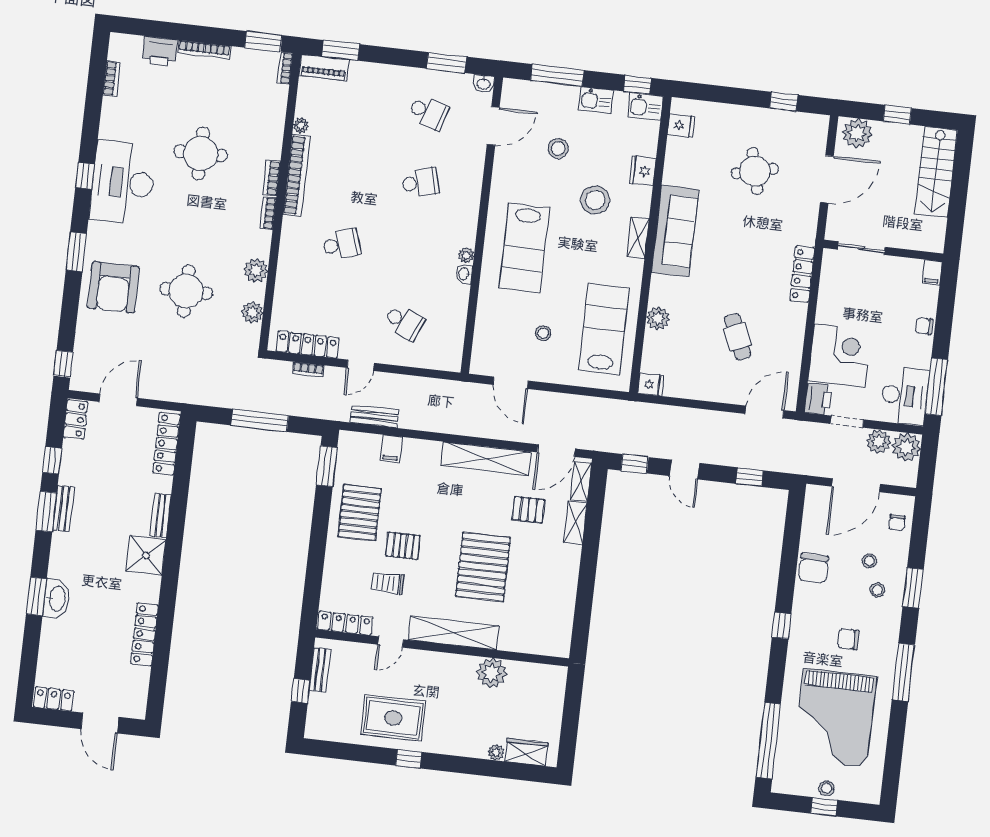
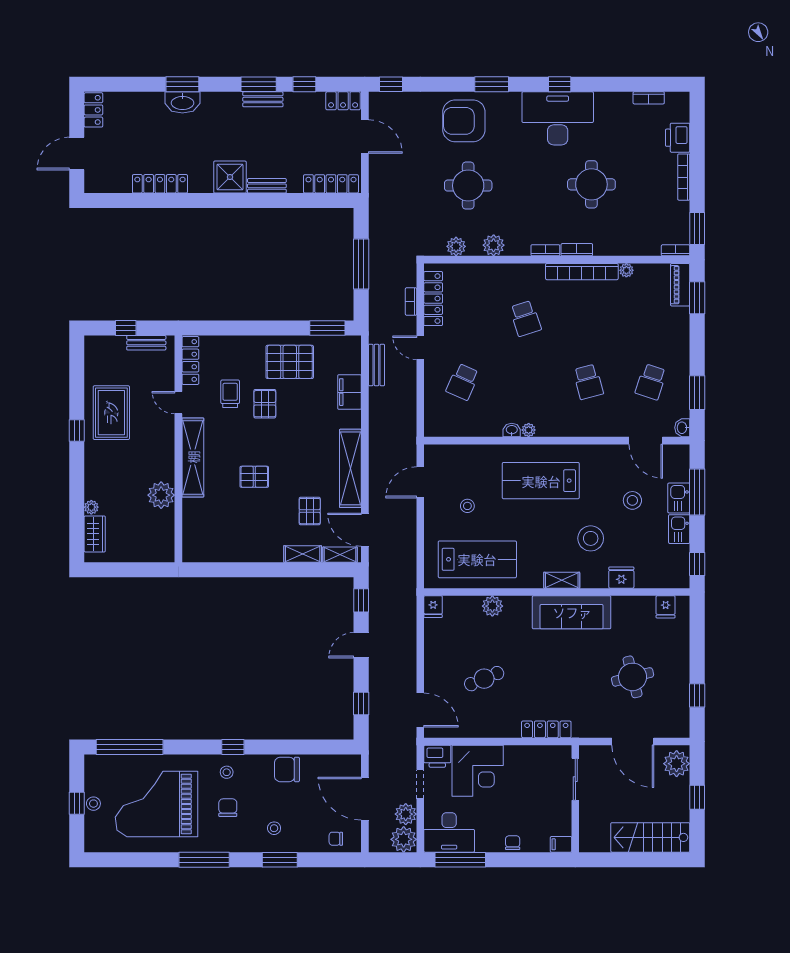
kitchen sink: (645, 106) -> (679, 498), moved
filing cabinet: (391, 449) -> (349, 392), width x2.00
stool: (869, 561) -> (227, 772), moved
pallet: (483, 567) -> (254, 477), width x0.49, depth x0.50

